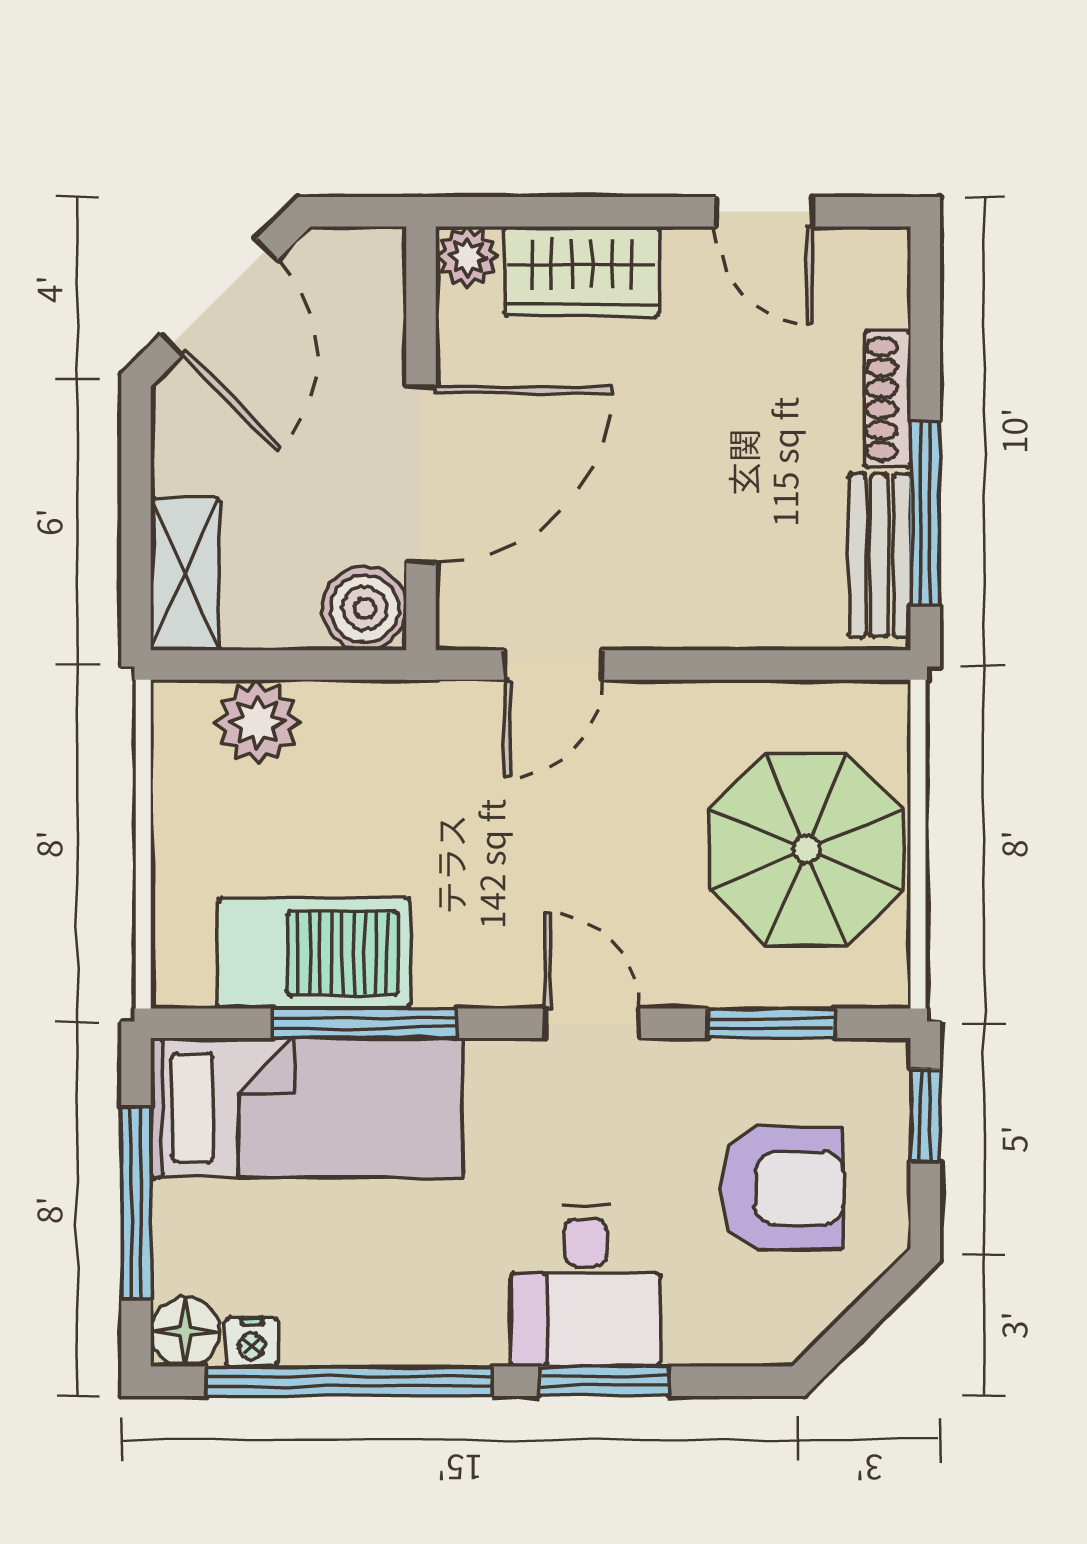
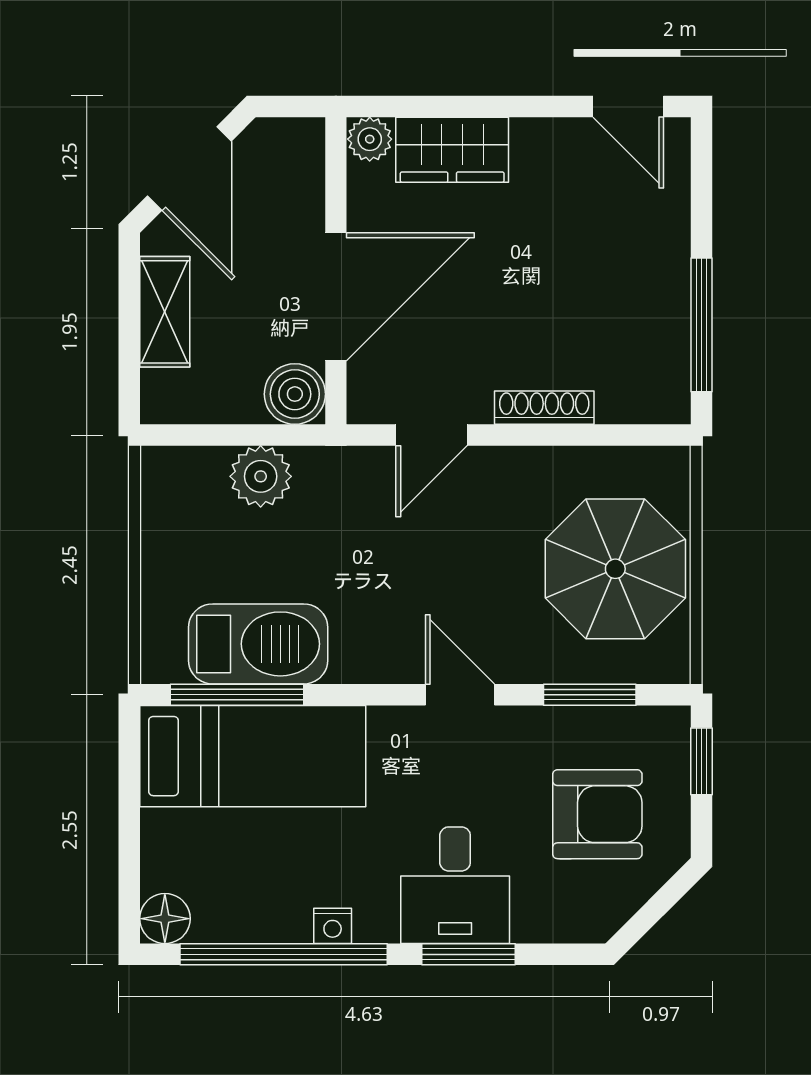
door: (764, 212) -> (628, 107), moved
shoe rack: (887, 399) -> (544, 408), moved, turned 90
bench: (879, 555) -> (668, 356), removed
shelving: (185, 574) -> (165, 312), moved
plant: (258, 722) -> (261, 476), moved
window: (365, 1023) -> (237, 695), moved
window: (136, 1203) -> (129, 825), removed
nightstand: (252, 1342) -> (333, 926), moved

